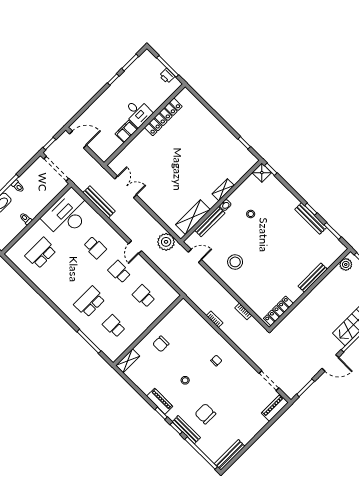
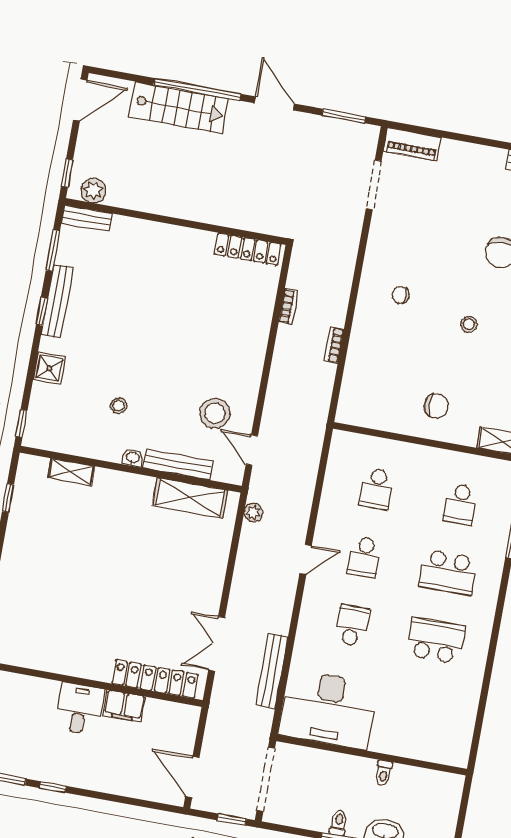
locker: (163, 117) -> (155, 679), moved
shower: (262, 173) -> (49, 368), moved
shelving: (223, 190) -> (71, 472), moved
plant: (166, 242) -> (253, 513), width x0.53, depth x0.53
school desk: (41, 253) -> (436, 640), moved, turned 180
stool: (235, 262) -> (215, 413), moved
bench: (313, 278) -> (87, 218), moved, width x0.73

